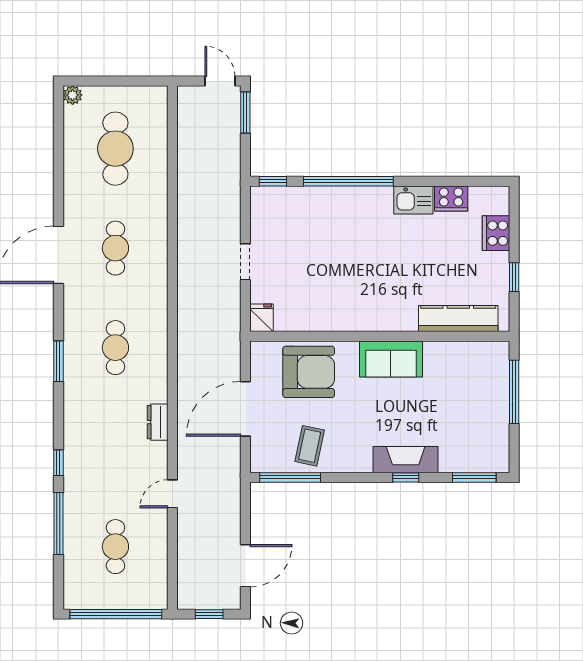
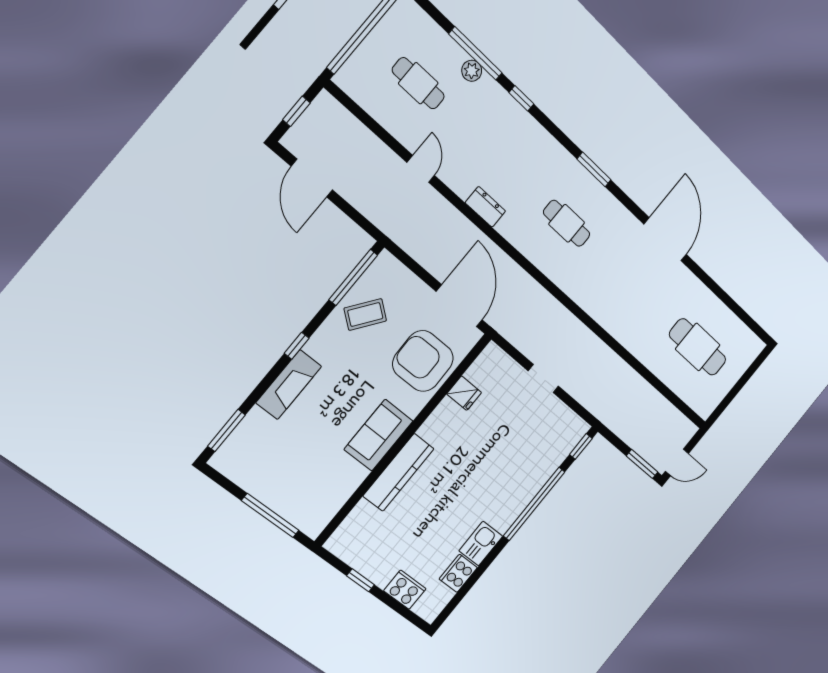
plant: (73, 95) -> (472, 71), moved
cafe table: (115, 248) -> (634, 287), removed
fridge: (261, 318) -> (464, 393), moved
kitchen counter: (458, 318) -> (398, 472), moved
armchair: (309, 372) -> (423, 361), turned 89
door: (245, 409) -> (459, 306), moved
coffee table: (310, 446) -> (365, 314), turned -65
window: (406, 477) -> (297, 346), moved

